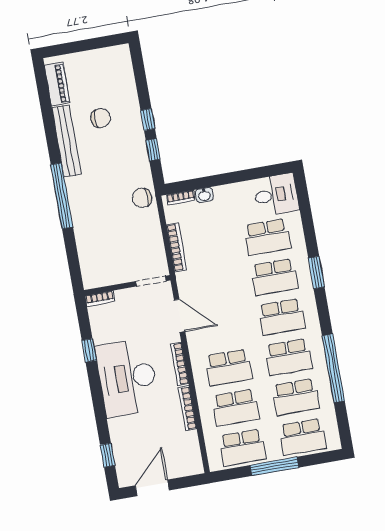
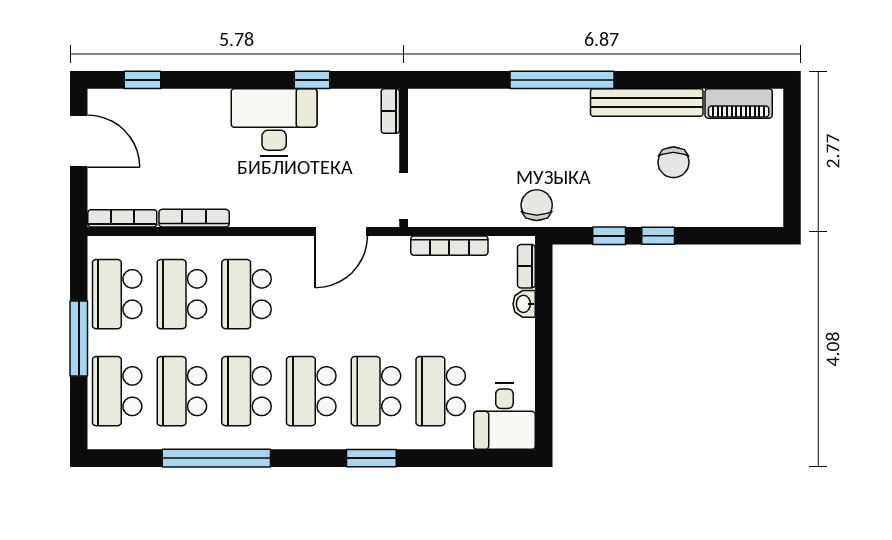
bookcase: (180, 364) -> (122, 218), moved
desk: (127, 378) -> (274, 122), width x0.73, depth x0.77

